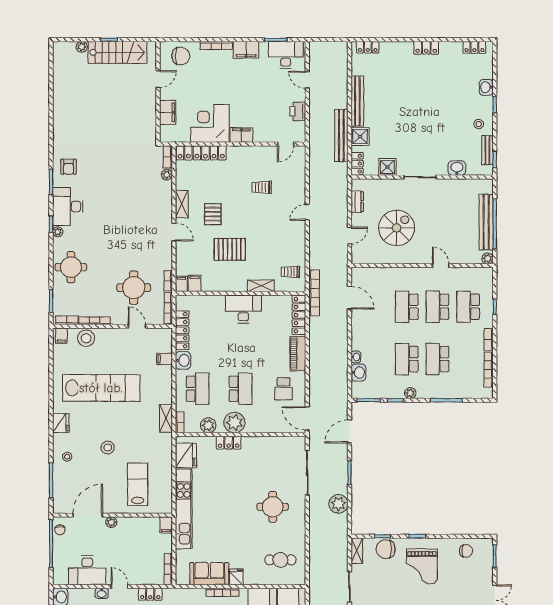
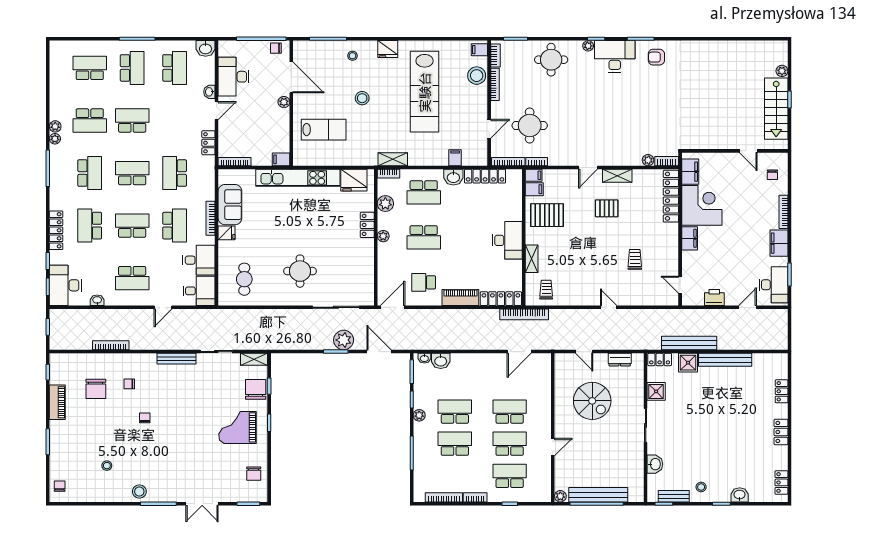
locker: (368, 47) -> (782, 391), moved
chair: (181, 56) -> (772, 175), width x0.54, depth x0.54
filing cabinet: (168, 112) -> (690, 172), moved, turned -90
pallet: (230, 249) -> (547, 215), moved, turned 90
washbasin: (356, 357) -> (424, 358), moved
plant: (234, 423) -> (383, 236), width x0.53, depth x0.53
plant: (338, 504) -> (344, 340), moved

